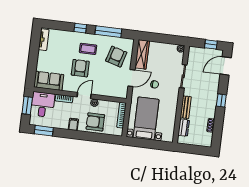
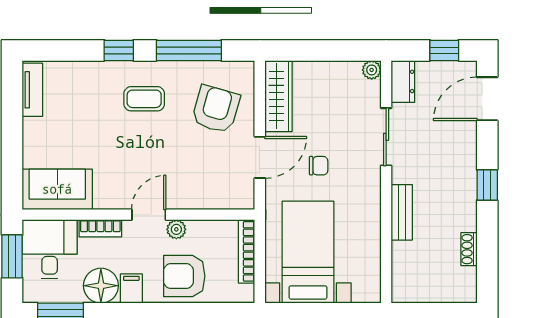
armchair: (80, 68) -> (131, 149), removed
floor lamp: (61, 122) -> (101, 286), added
dresser: (184, 128) -> (403, 81), moved

